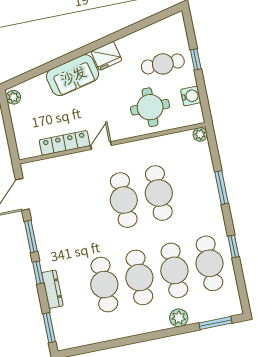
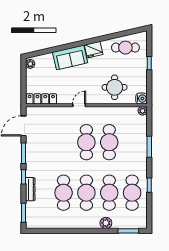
cafe table: (163, 64) -> (125, 48), moved
water cooler: (191, 96) -> (141, 99), moved
locker: (65, 143) -> (41, 99), moved

